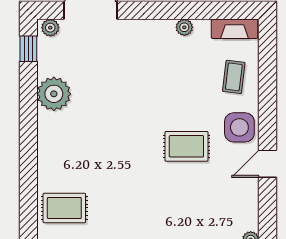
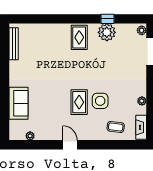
window: (28, 49) -> (107, 19), moved
side table: (239, 127) -> (100, 101), moved
rug: (64, 208) -> (79, 37), moved

